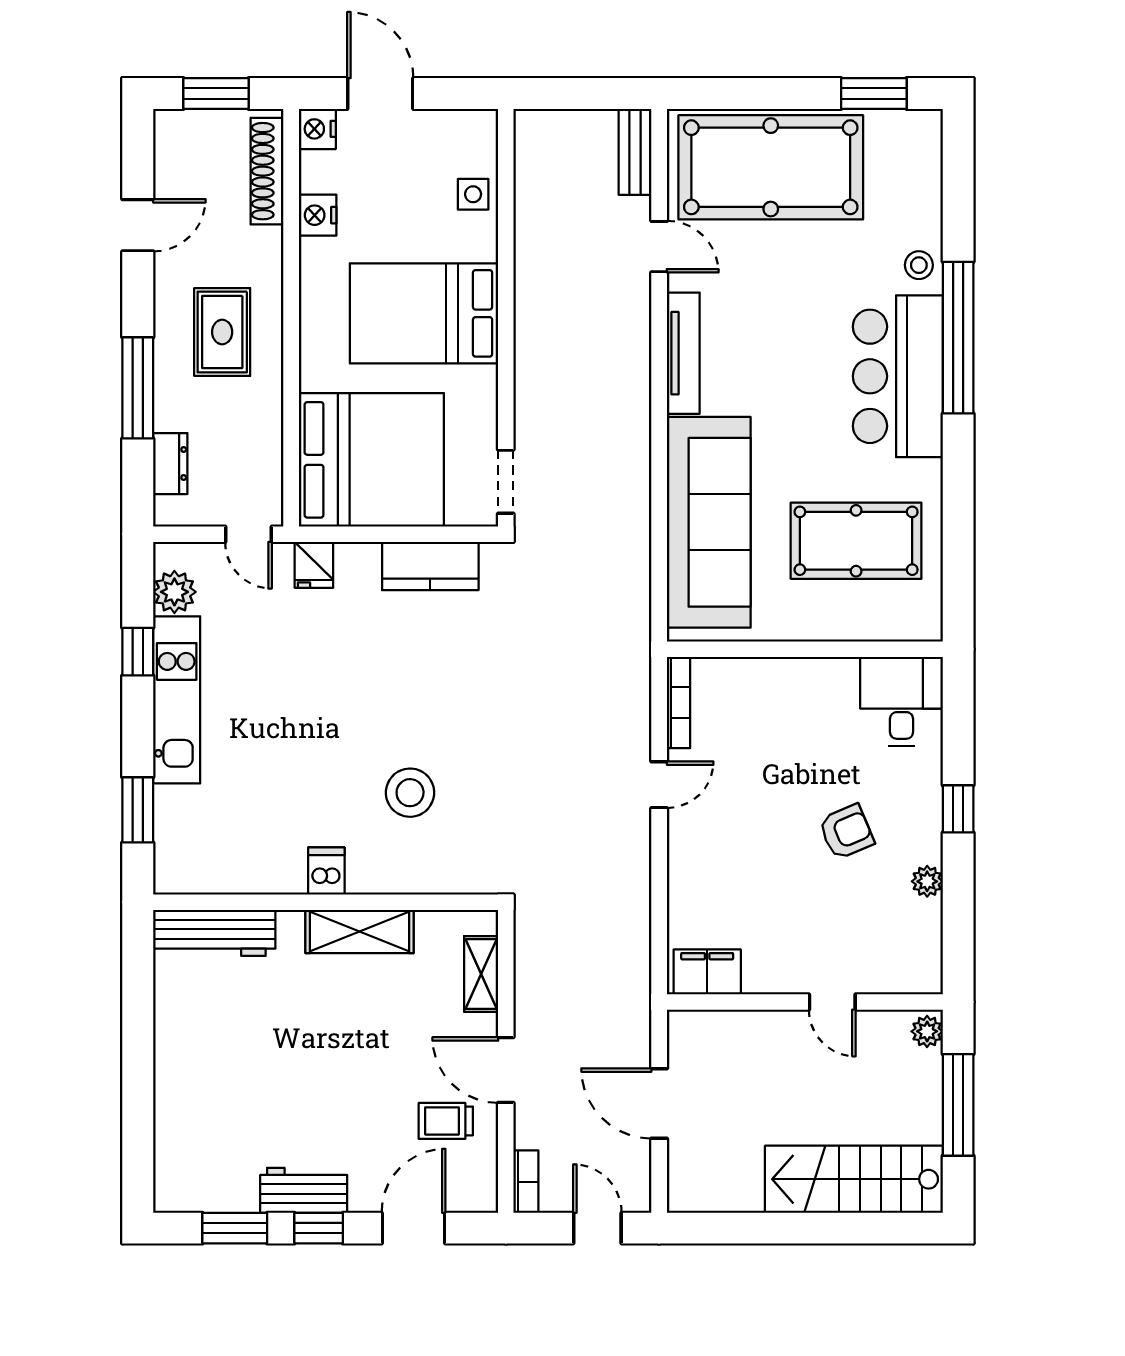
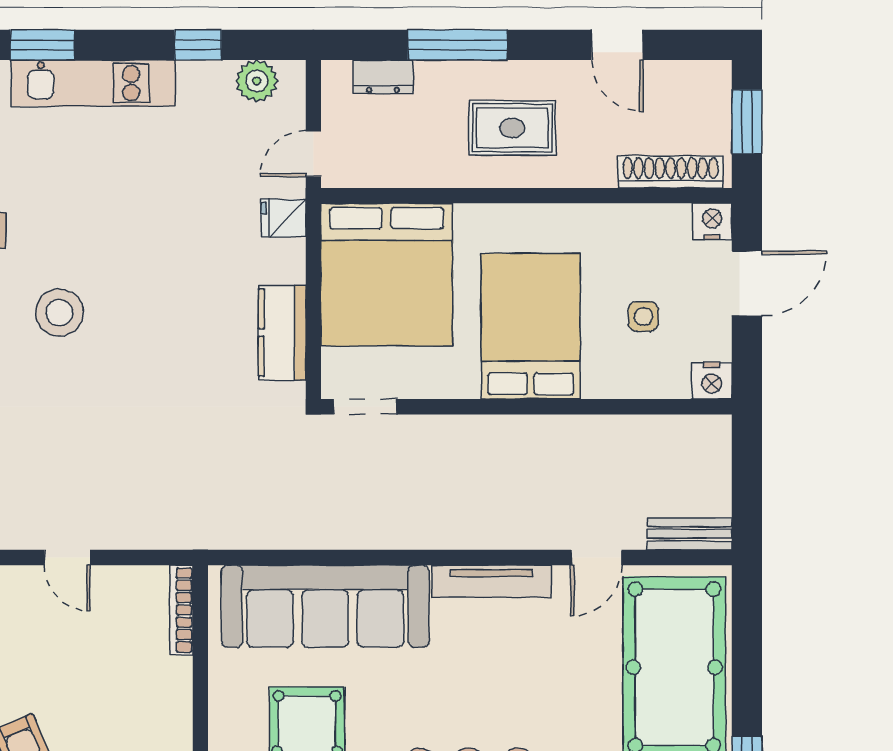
side table: (473, 194) -> (643, 316), moved
nightstand: (318, 215) -> (712, 381), moved, turned 180
kitchen unit: (177, 700) -> (93, 83), moved
bookcase: (678, 703) -> (181, 610), moved, turned 90

